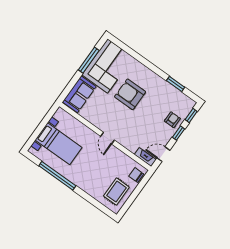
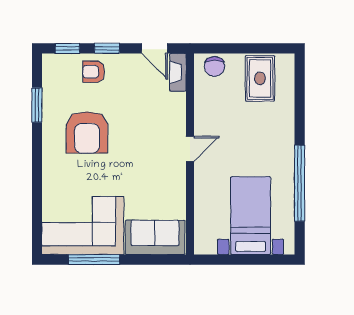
armchair: (130, 94) -> (87, 132), moved
rug: (116, 192) -> (260, 78), turned 90

